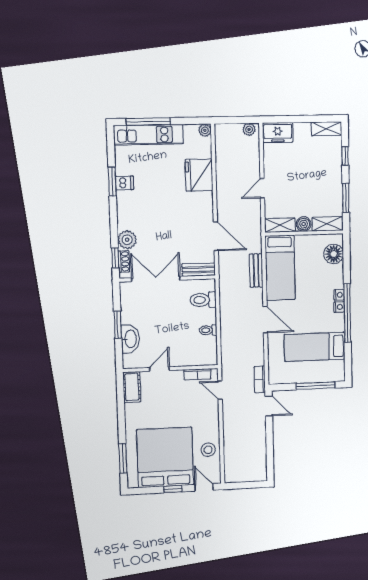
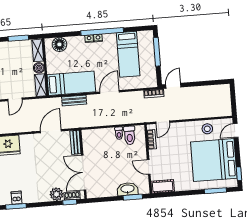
door: (262, 188) -> (15, 99), hinge flipped
toilet: (203, 300) -> (130, 135), moved
window: (118, 325) -> (133, 197), moved
window: (173, 489) -> (239, 174), moved

